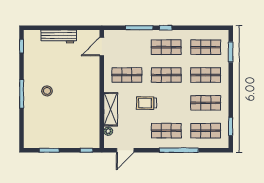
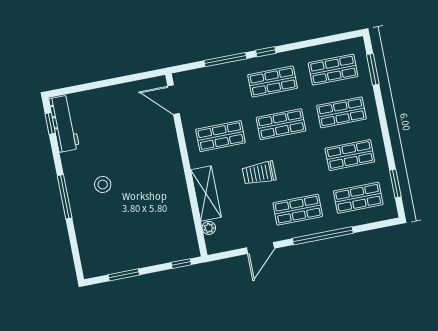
workbench: (59, 36) -> (64, 124), moved, turned -90
door: (102, 47) -> (173, 100), hinge flipped
door: (125, 150) -> (260, 248), moved

